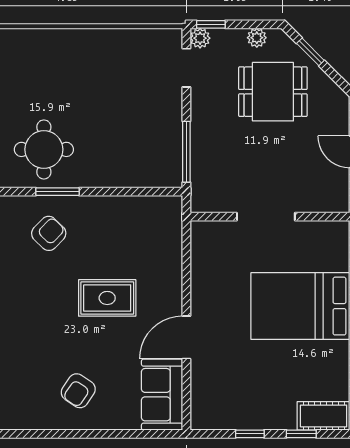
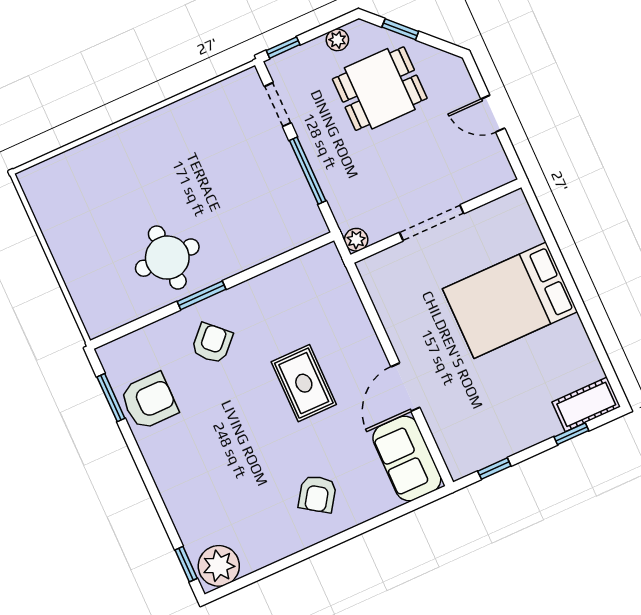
plant: (200, 38) -> (356, 240), moved
window: (186, 152) -> (308, 171), moved
rug: (107, 298) -> (304, 383), turned 90
window: (250, 434) -> (494, 469), moved

